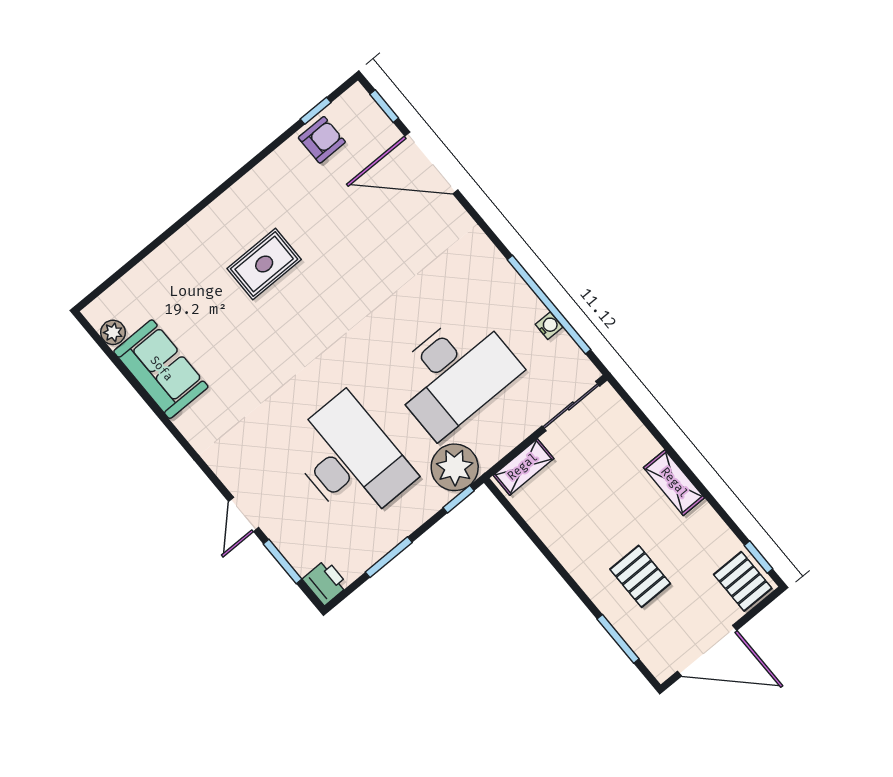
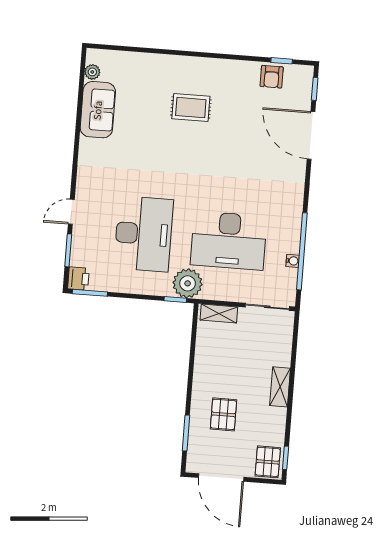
armchair: (322, 140) -> (272, 77), turned 90
window: (389, 557) -> (90, 293), moved

